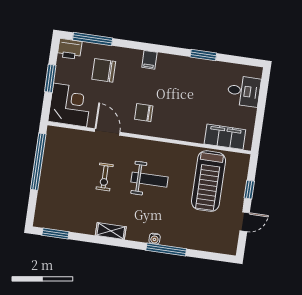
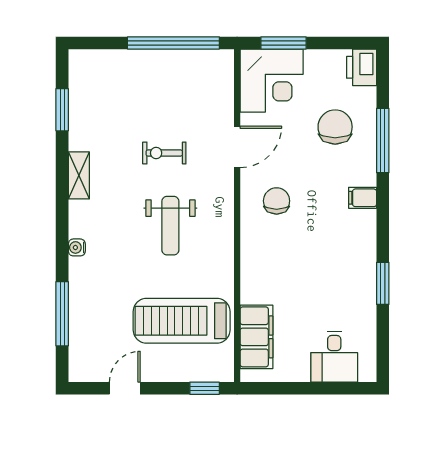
window: (93, 39) -> (383, 141), moved
window: (50, 78) -> (283, 43), moved
window: (249, 190) -> (205, 388), moved
door: (245, 222) -> (125, 388), swing flipped
window: (55, 233) -> (62, 110), moved
window: (166, 249) -> (62, 314), moved

